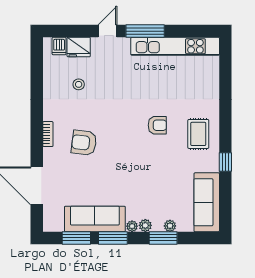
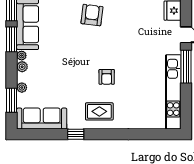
stool: (79, 84) -> (141, 10), removed
window: (163, 238) -> (12, 100), moved

